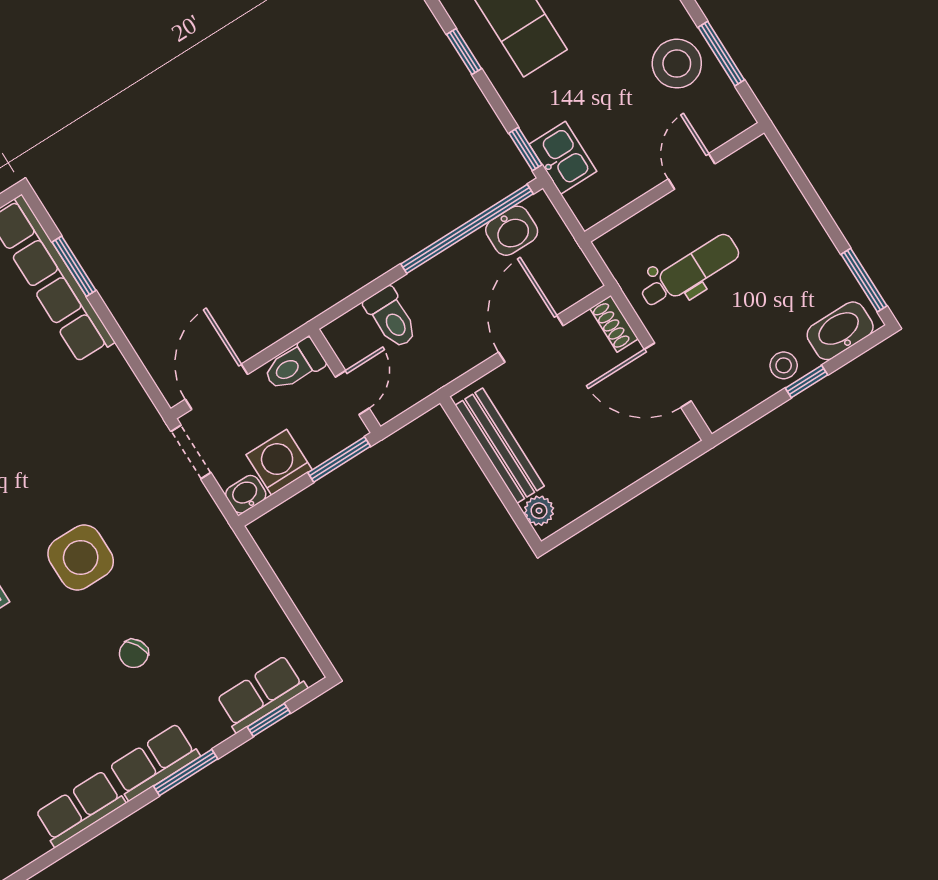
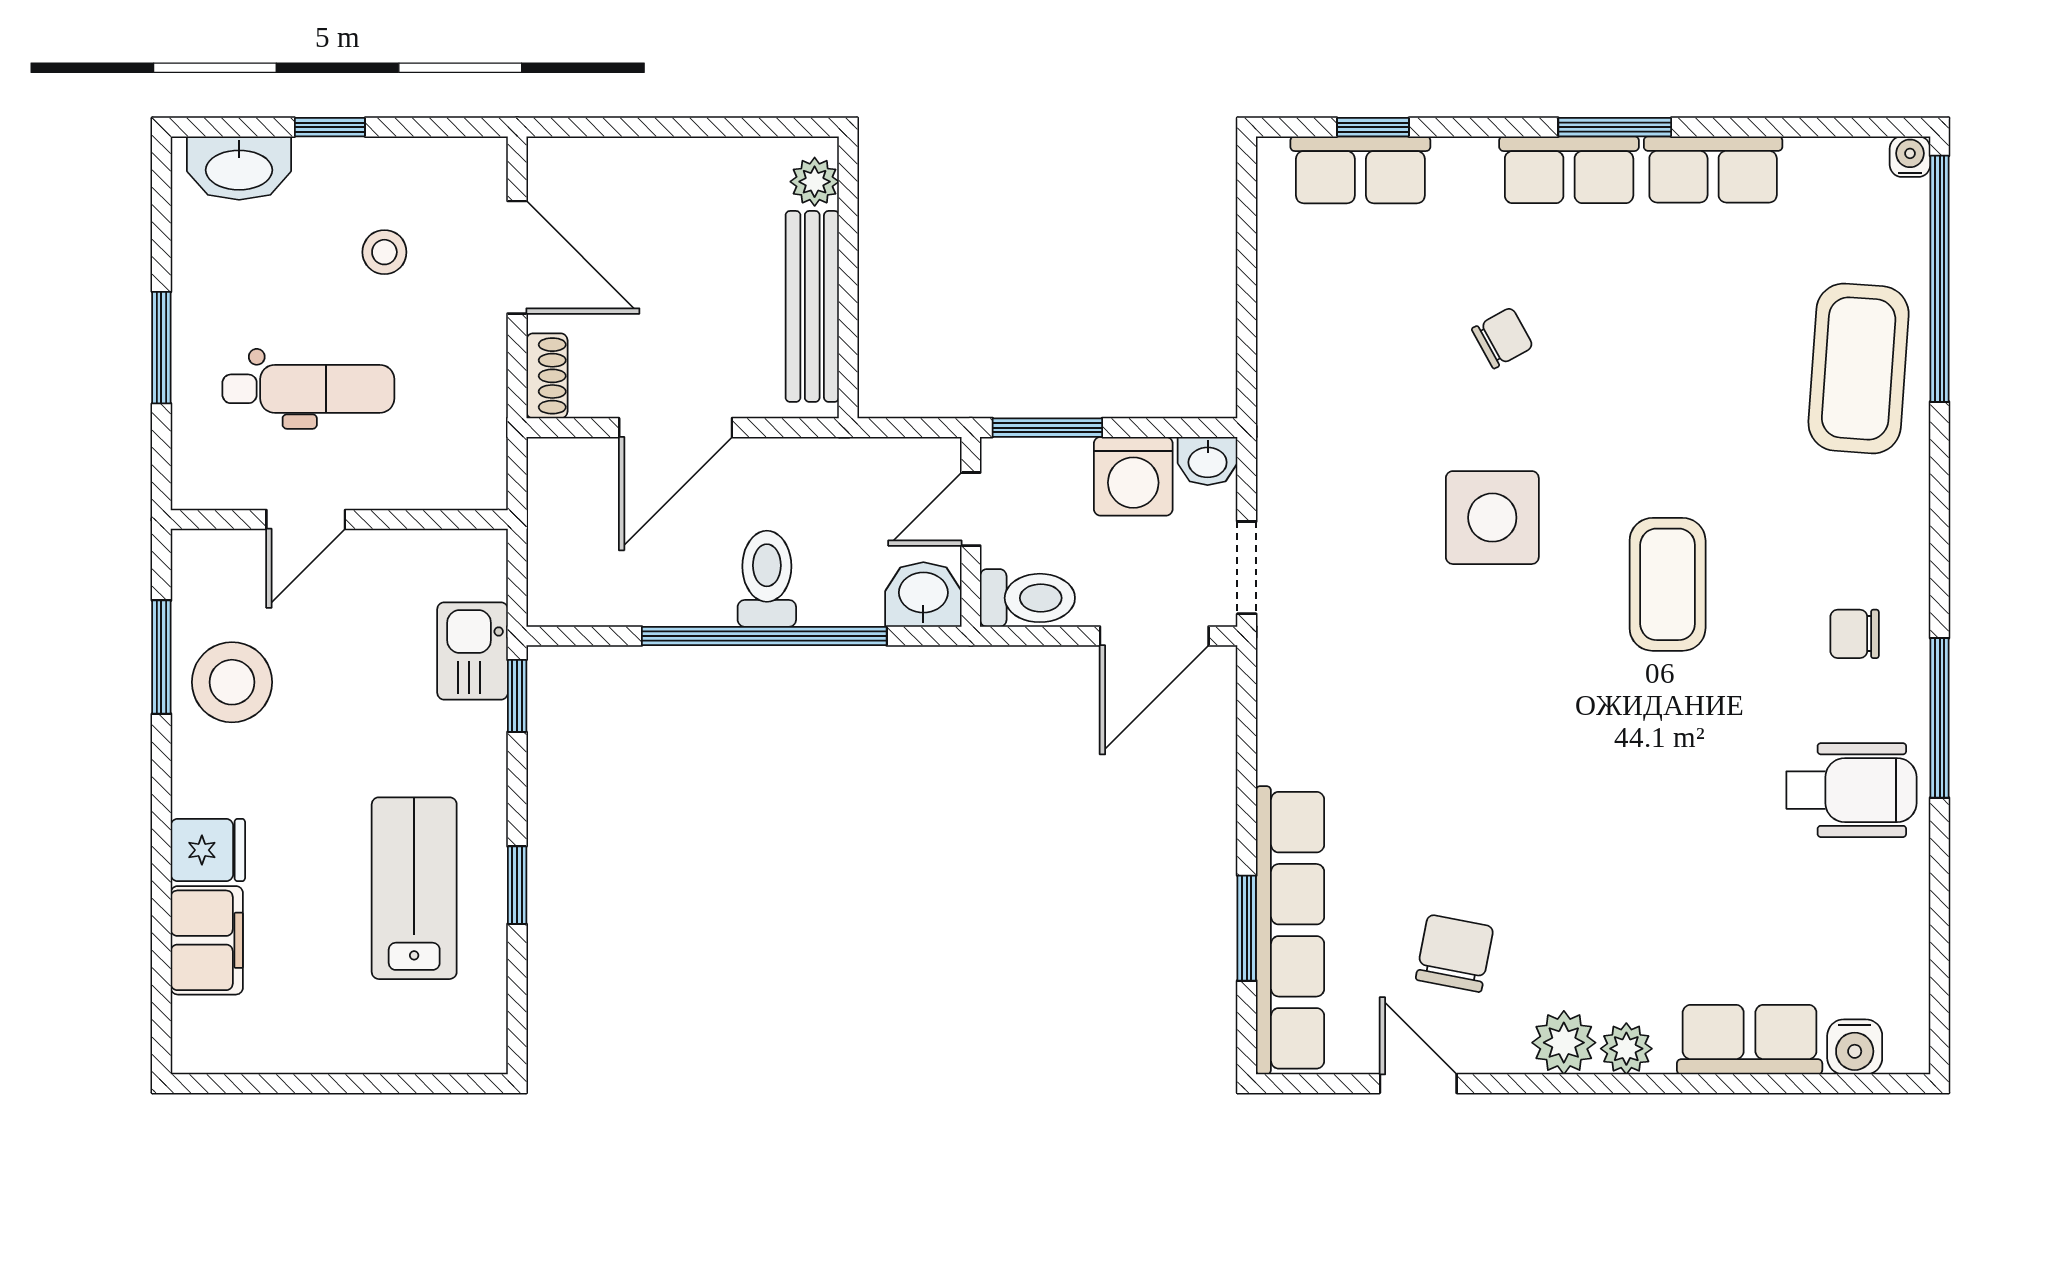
window: (467, 229) -> (764, 636), moved
washbasin: (512, 231) -> (923, 594), moved
dental chair: (690, 271) -> (308, 389), moved, turned 180
window: (864, 280) -> (161, 348), moved
toilet: (391, 318) -> (767, 579), moved
stool: (784, 365) -> (384, 252), moved
window: (186, 772) -> (1615, 127), moved

